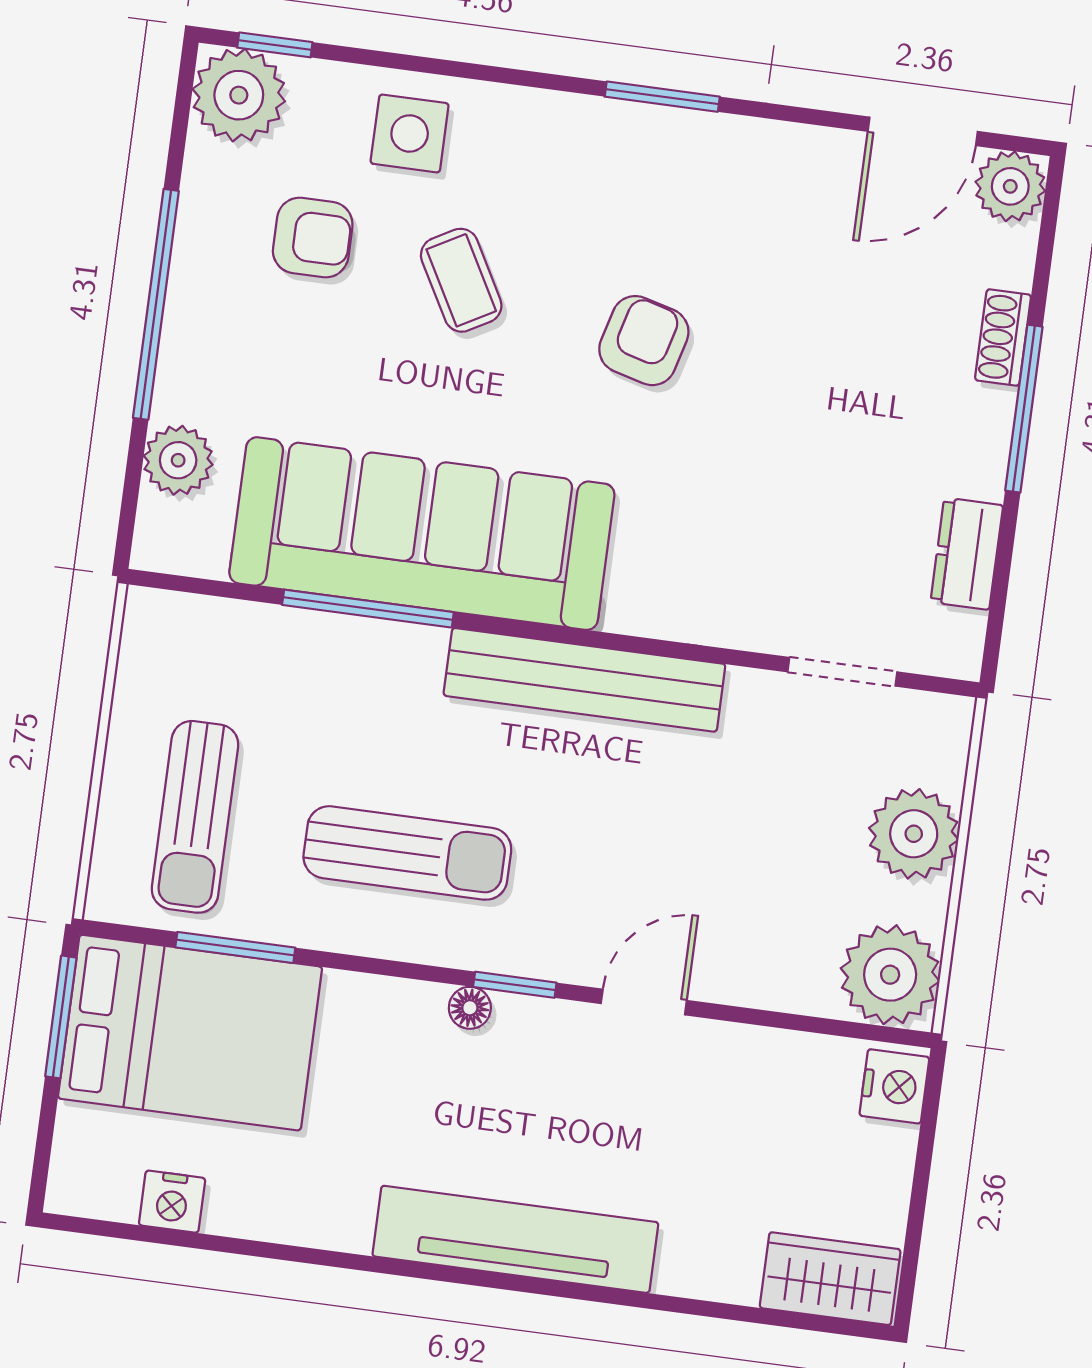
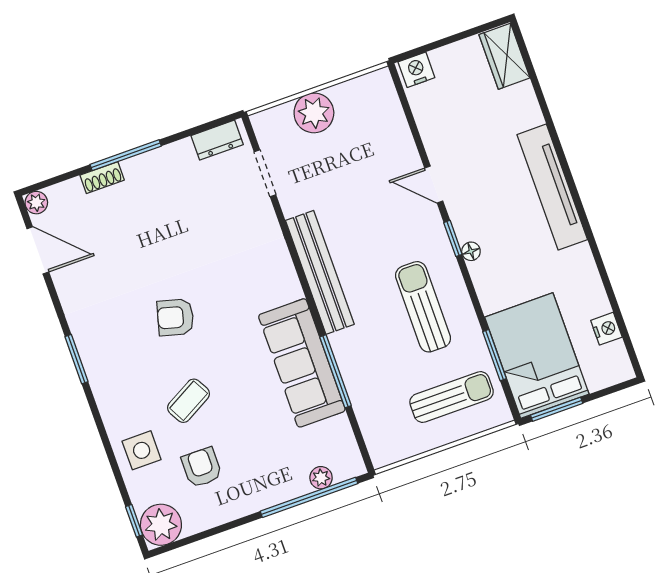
plant: (1010, 186) -> (36, 203), width x0.73, depth x0.73
window: (156, 304) -> (309, 497), moved
plant: (178, 460) -> (321, 478), width x0.73, depth x0.73
sofa: (422, 534) -> (302, 363), width x0.74, depth x0.79
dresser: (967, 554) -> (217, 140), moved
plant: (890, 975) -> (374, 94), removed

